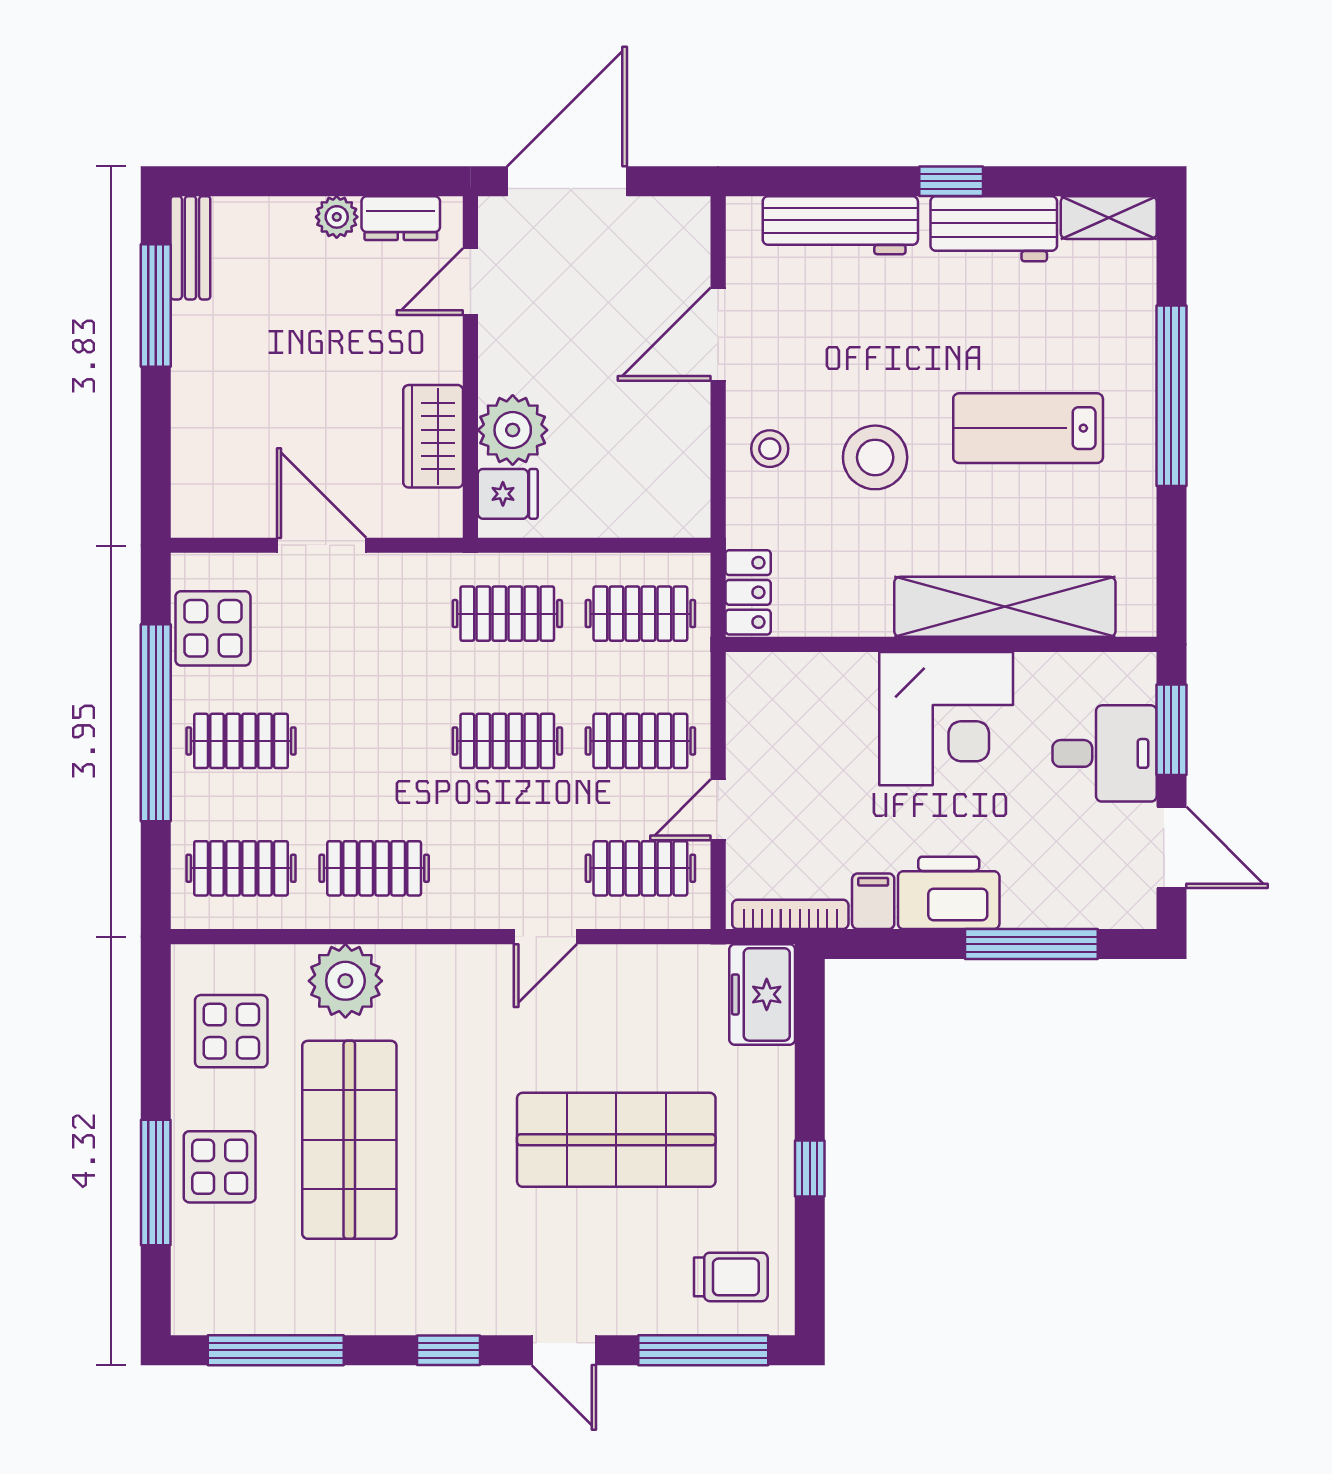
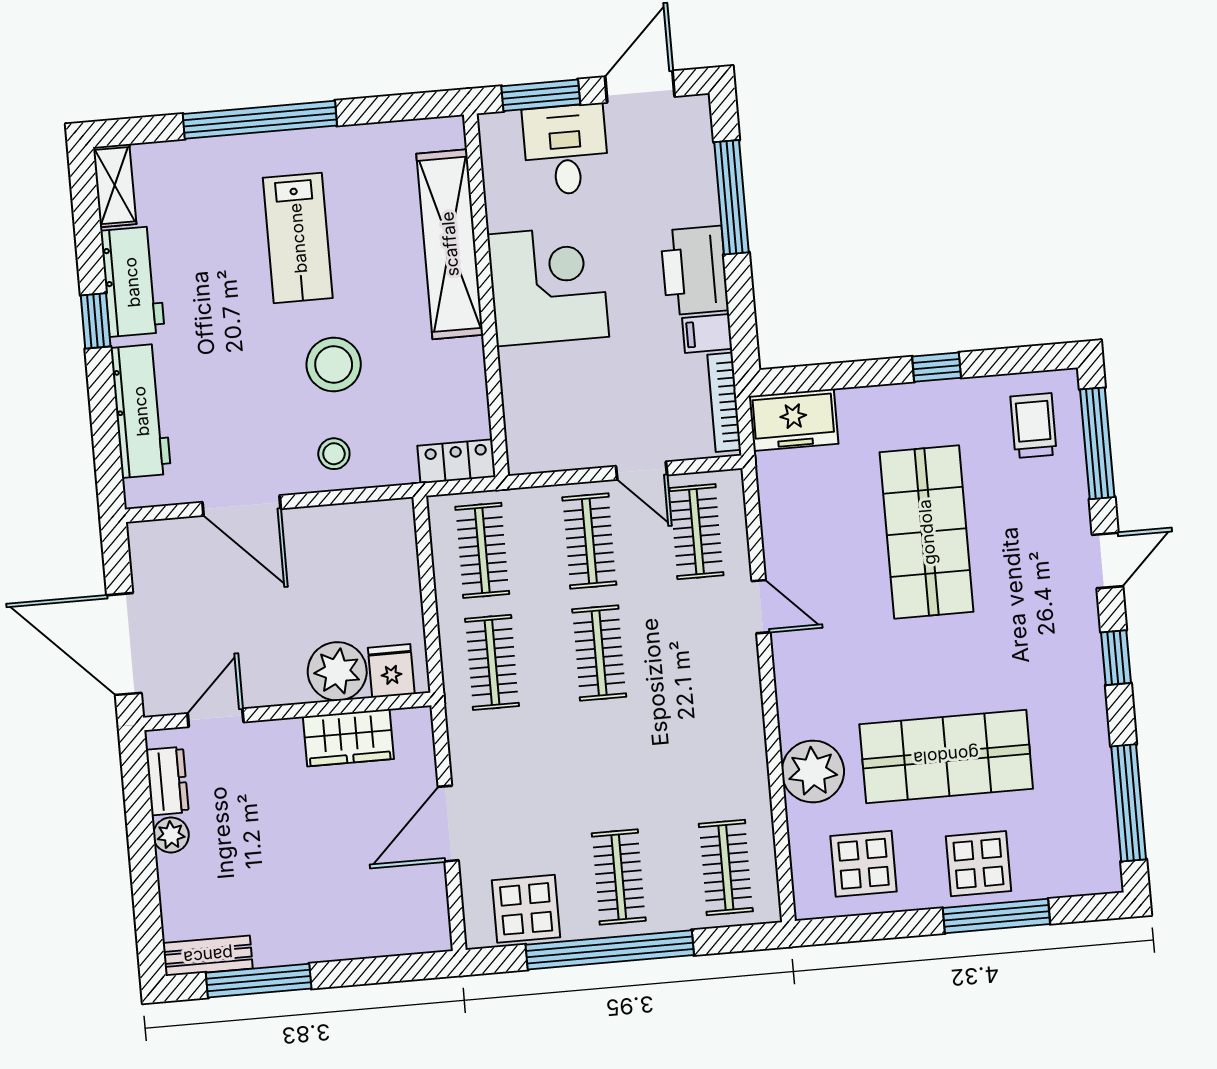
door: (470, 282) -> (216, 718), swing flipped
clothes rail: (374, 868) -> (716, 756), removed

